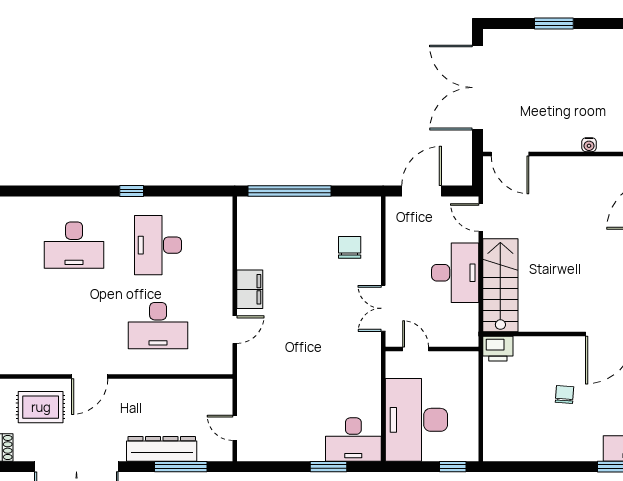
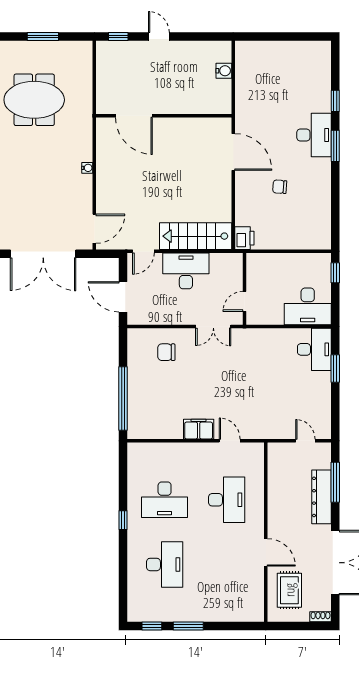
desk: (416, 420) -> (308, 306), width x0.73, depth x0.77
door: (235, 428) -> (305, 441), swing flipped

